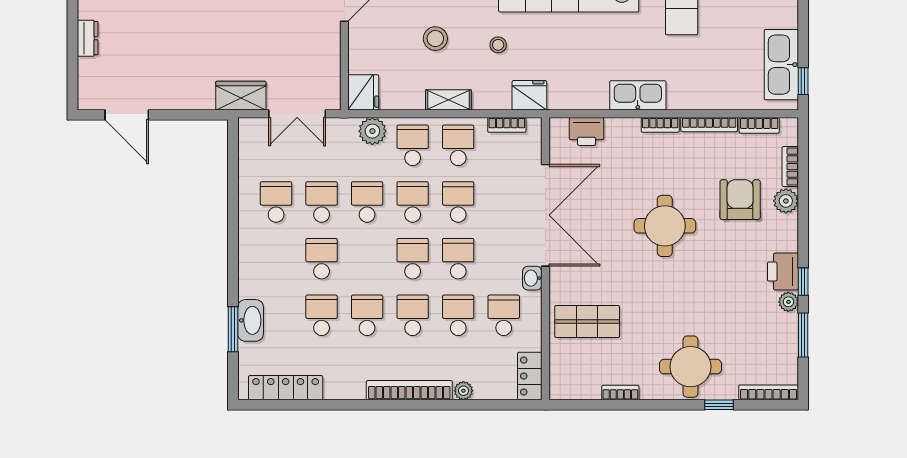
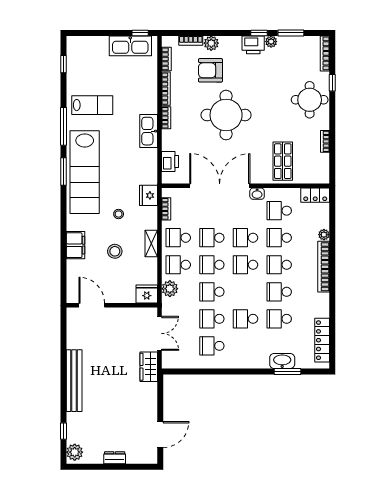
round table: (665, 226) -> (226, 115), width x1.36, depth x1.36

